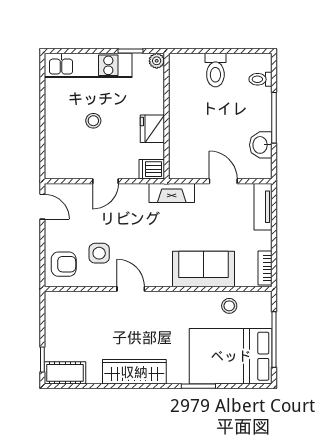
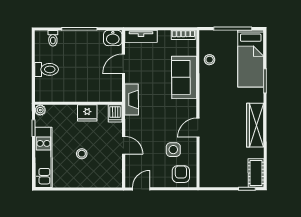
washbasin: (261, 145) -> (113, 38), moved
bed: (231, 356) -> (251, 59), width x0.67

